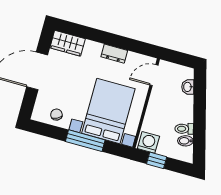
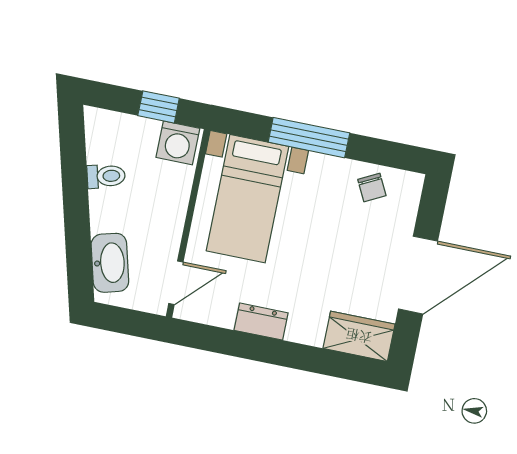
washbasin: (188, 87) -> (110, 263), width x1.91, depth x1.45
bed with nightstands: (108, 111) -> (248, 199), width x0.73
bidet: (185, 141) -> (102, 151), removed

